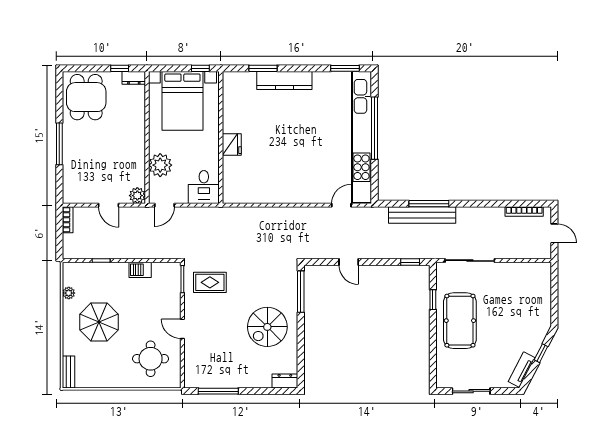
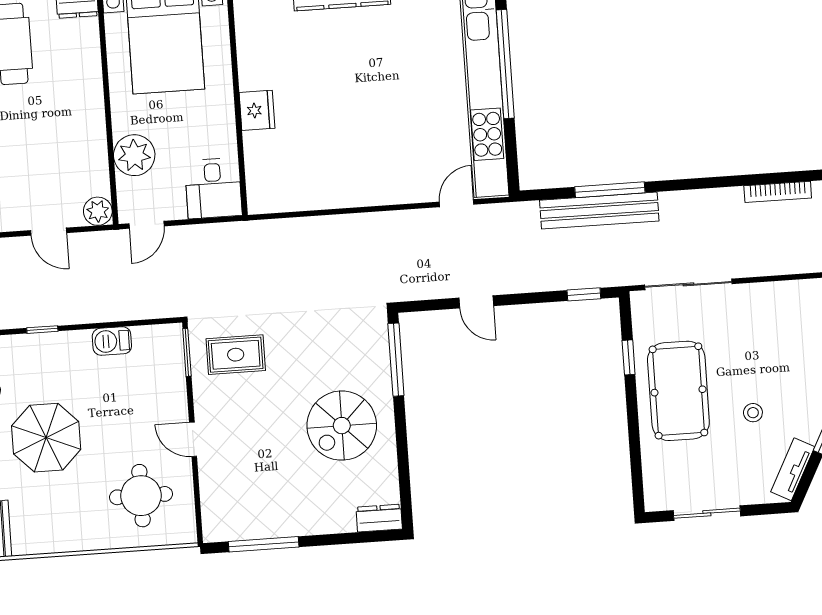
stool: (501, 336) -> (753, 413), added

